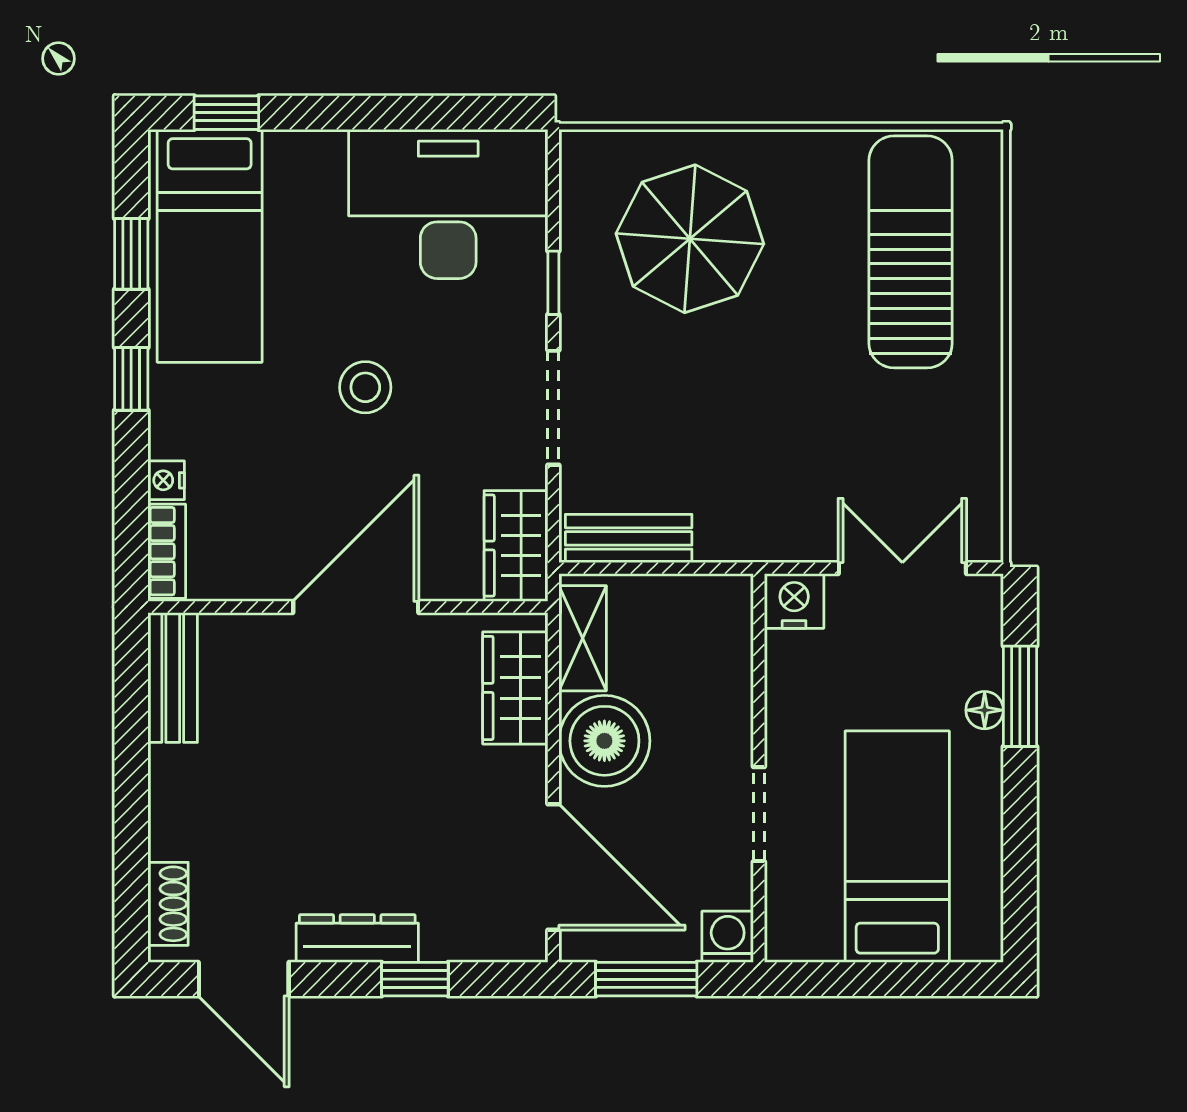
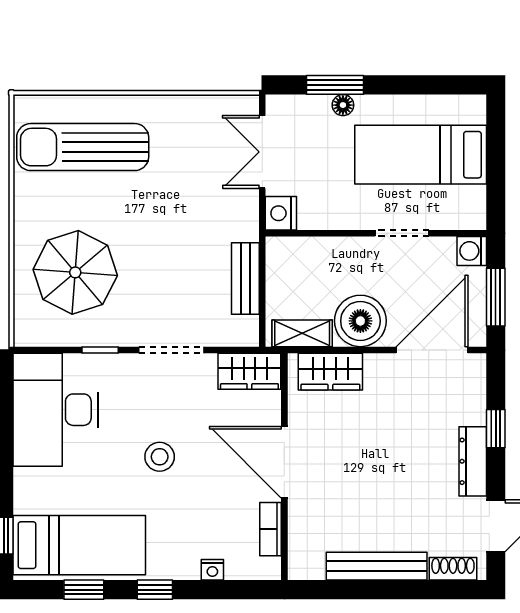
bench: (629, 538) -> (245, 279), moved
bookcase: (167, 551) -> (271, 529), moved, turned -90
bench: (173, 678) -> (377, 566), moved, width x1.36

